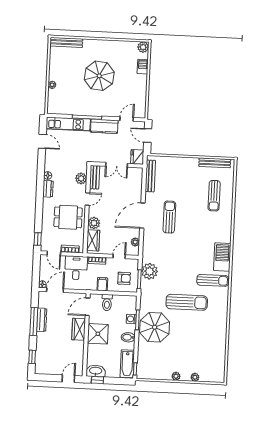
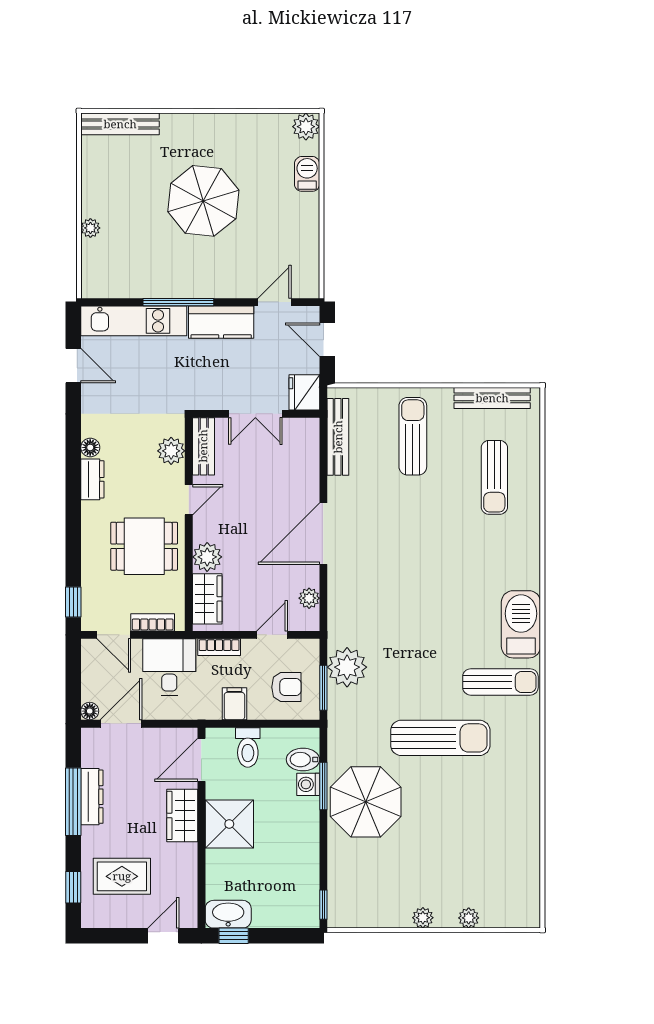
sun lounger: (169, 217) -> (413, 436), moved
bidet: (128, 337) -> (303, 760), moved
rug: (52, 353) -> (122, 876), added
bathtub: (127, 364) -> (304, 893), removed

